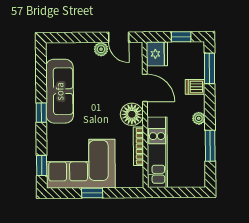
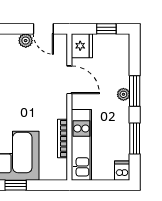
window: (209, 68) -> (135, 91), moved
dishwasher: (195, 87) -> (122, 171), moved, turned 90
floor lamp: (132, 114) -> (56, 106), removed
plant: (199, 118) -> (123, 94), moved

